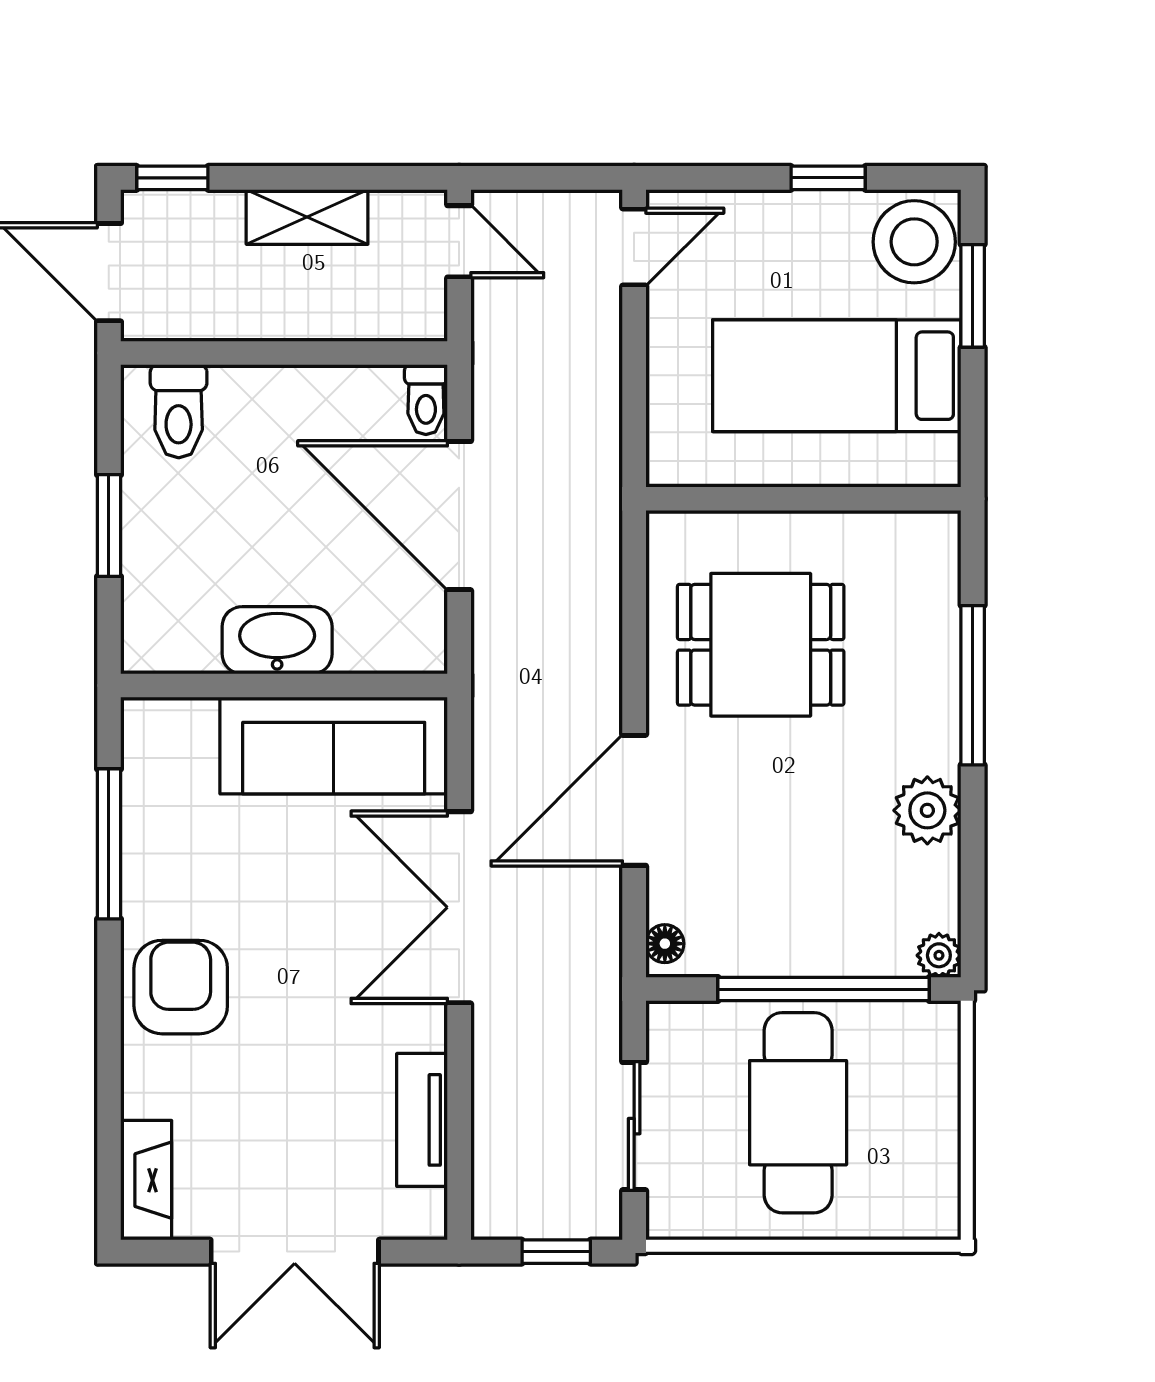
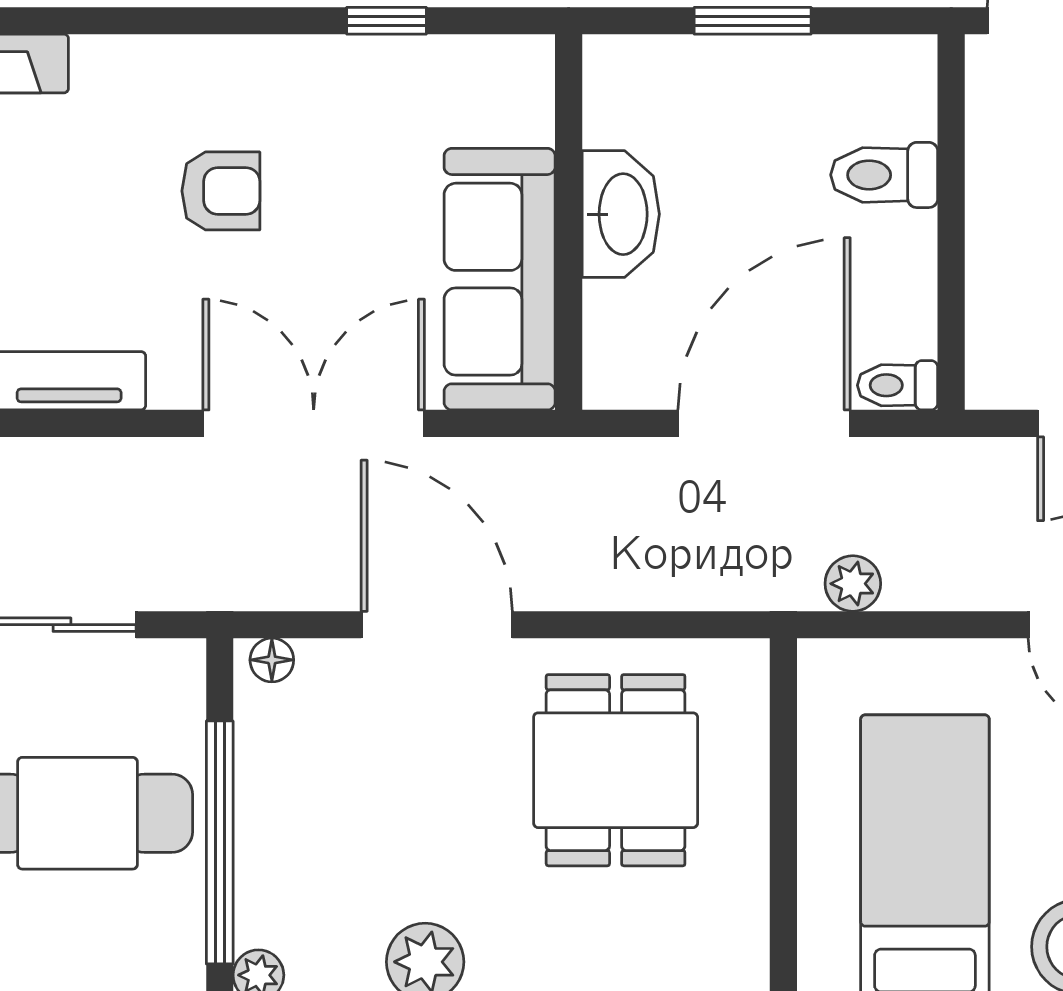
toilet: (179, 411) -> (884, 175), moved
plant: (598, 438) -> (853, 584), added
window: (109, 844) -> (387, 21), width x0.46
armchair: (181, 987) -> (221, 191), moved, width x0.72, depth x0.72

